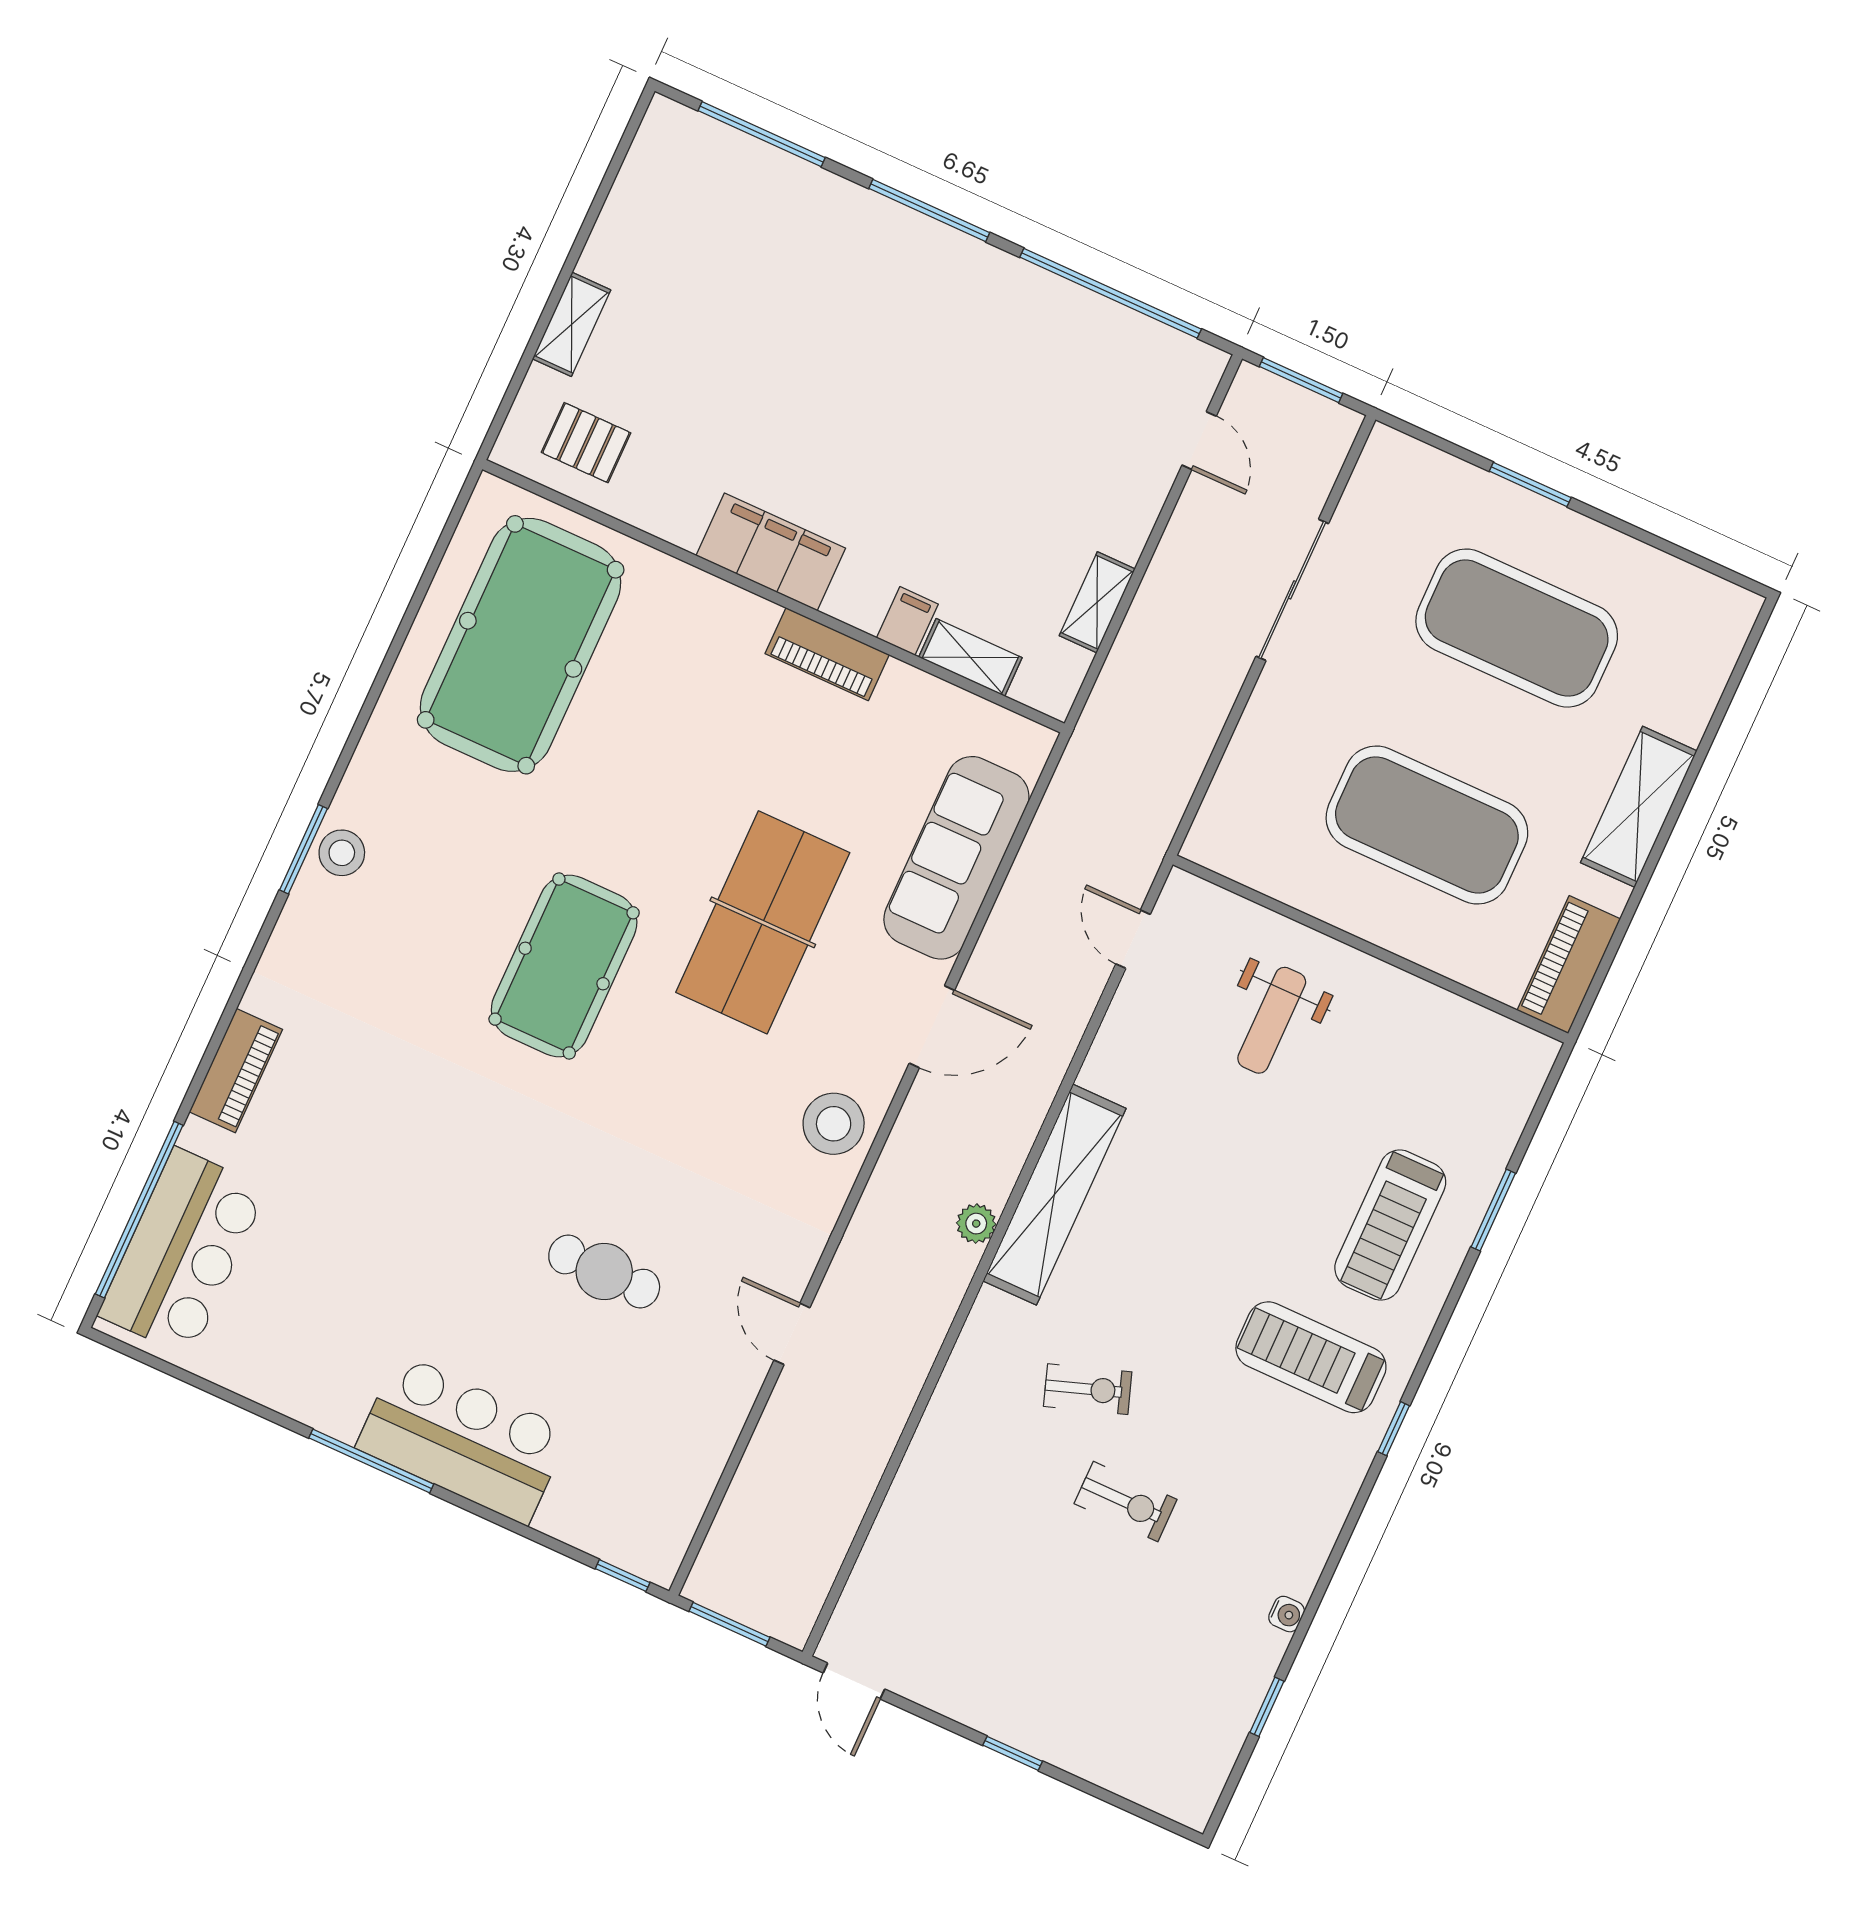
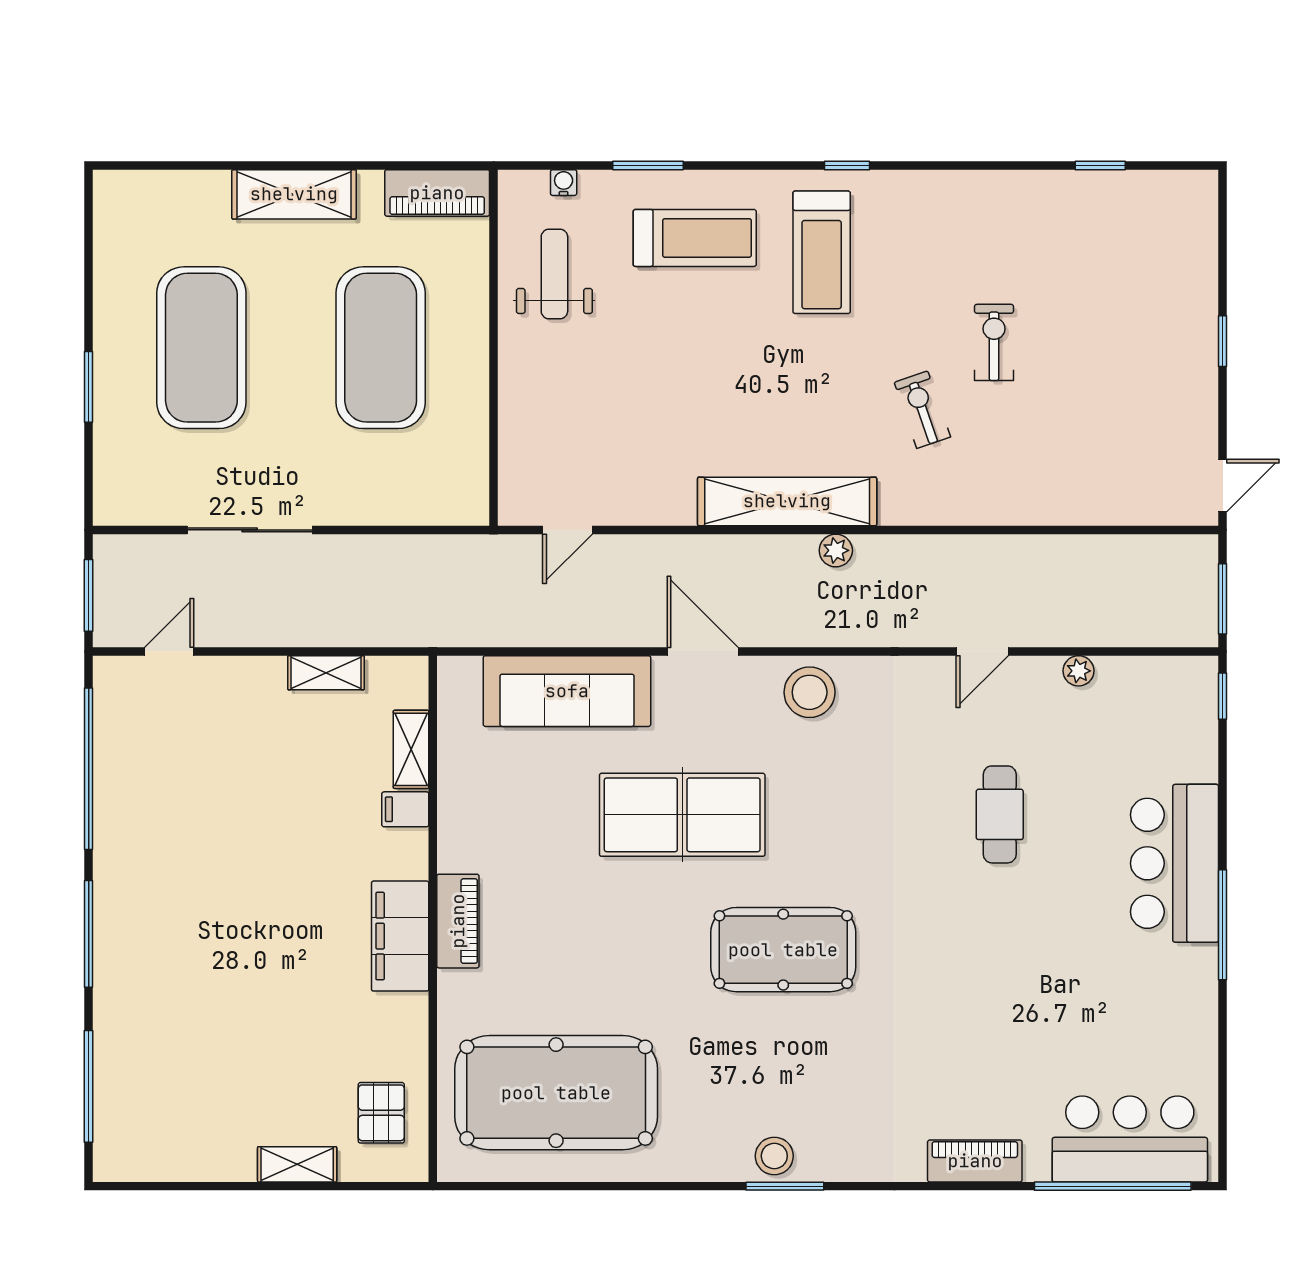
piano: (827, 654) -> (458, 921), moved
weight bench: (1272, 1020) -> (554, 274), moved, turned -90
plant: (722, 1430) -> (1078, 671), added
water cooler: (1287, 1614) -> (564, 183), moved

